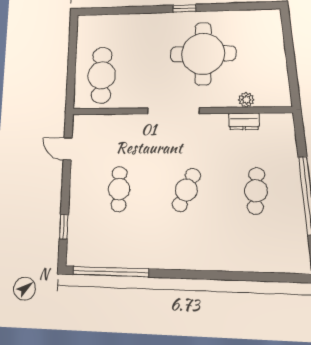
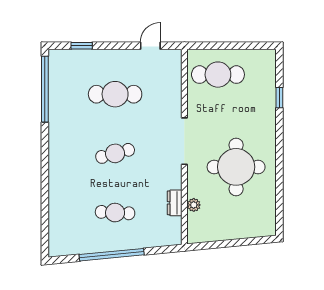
window: (184, 8) -> (279, 98), moved
cafe table: (119, 189) -> (115, 94), width x1.37, depth x1.35
cafe table: (186, 190) -> (115, 153), turned -39

